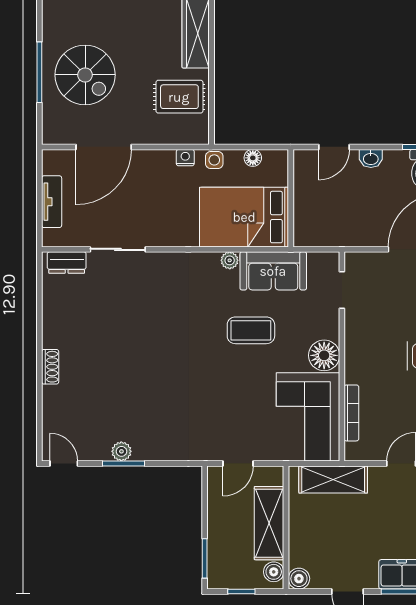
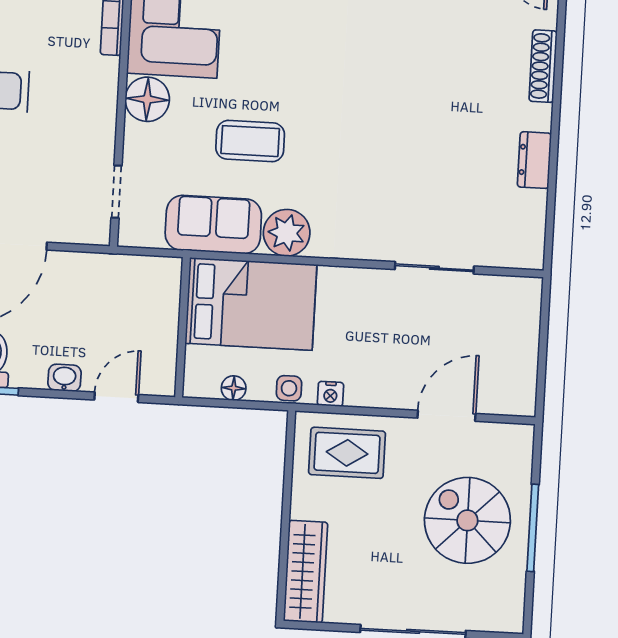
rug: (179, 97) -> (347, 453), moved
door: (104, 147) -> (446, 416), width x0.73
tv unit: (52, 202) -> (526, 341), removed
plant: (230, 260) -> (287, 233), width x1.87, depth x1.87
dresser: (67, 263) -> (534, 160), moved, turned -90
shoe rack: (50, 367) -> (543, 66), moved, width x1.43

